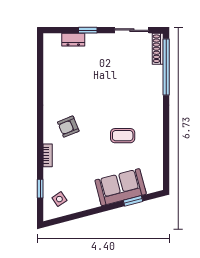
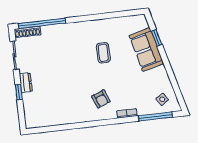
dresser: (73, 40) -> (26, 83), moved
window: (40, 189) -> (155, 116), width x2.17

